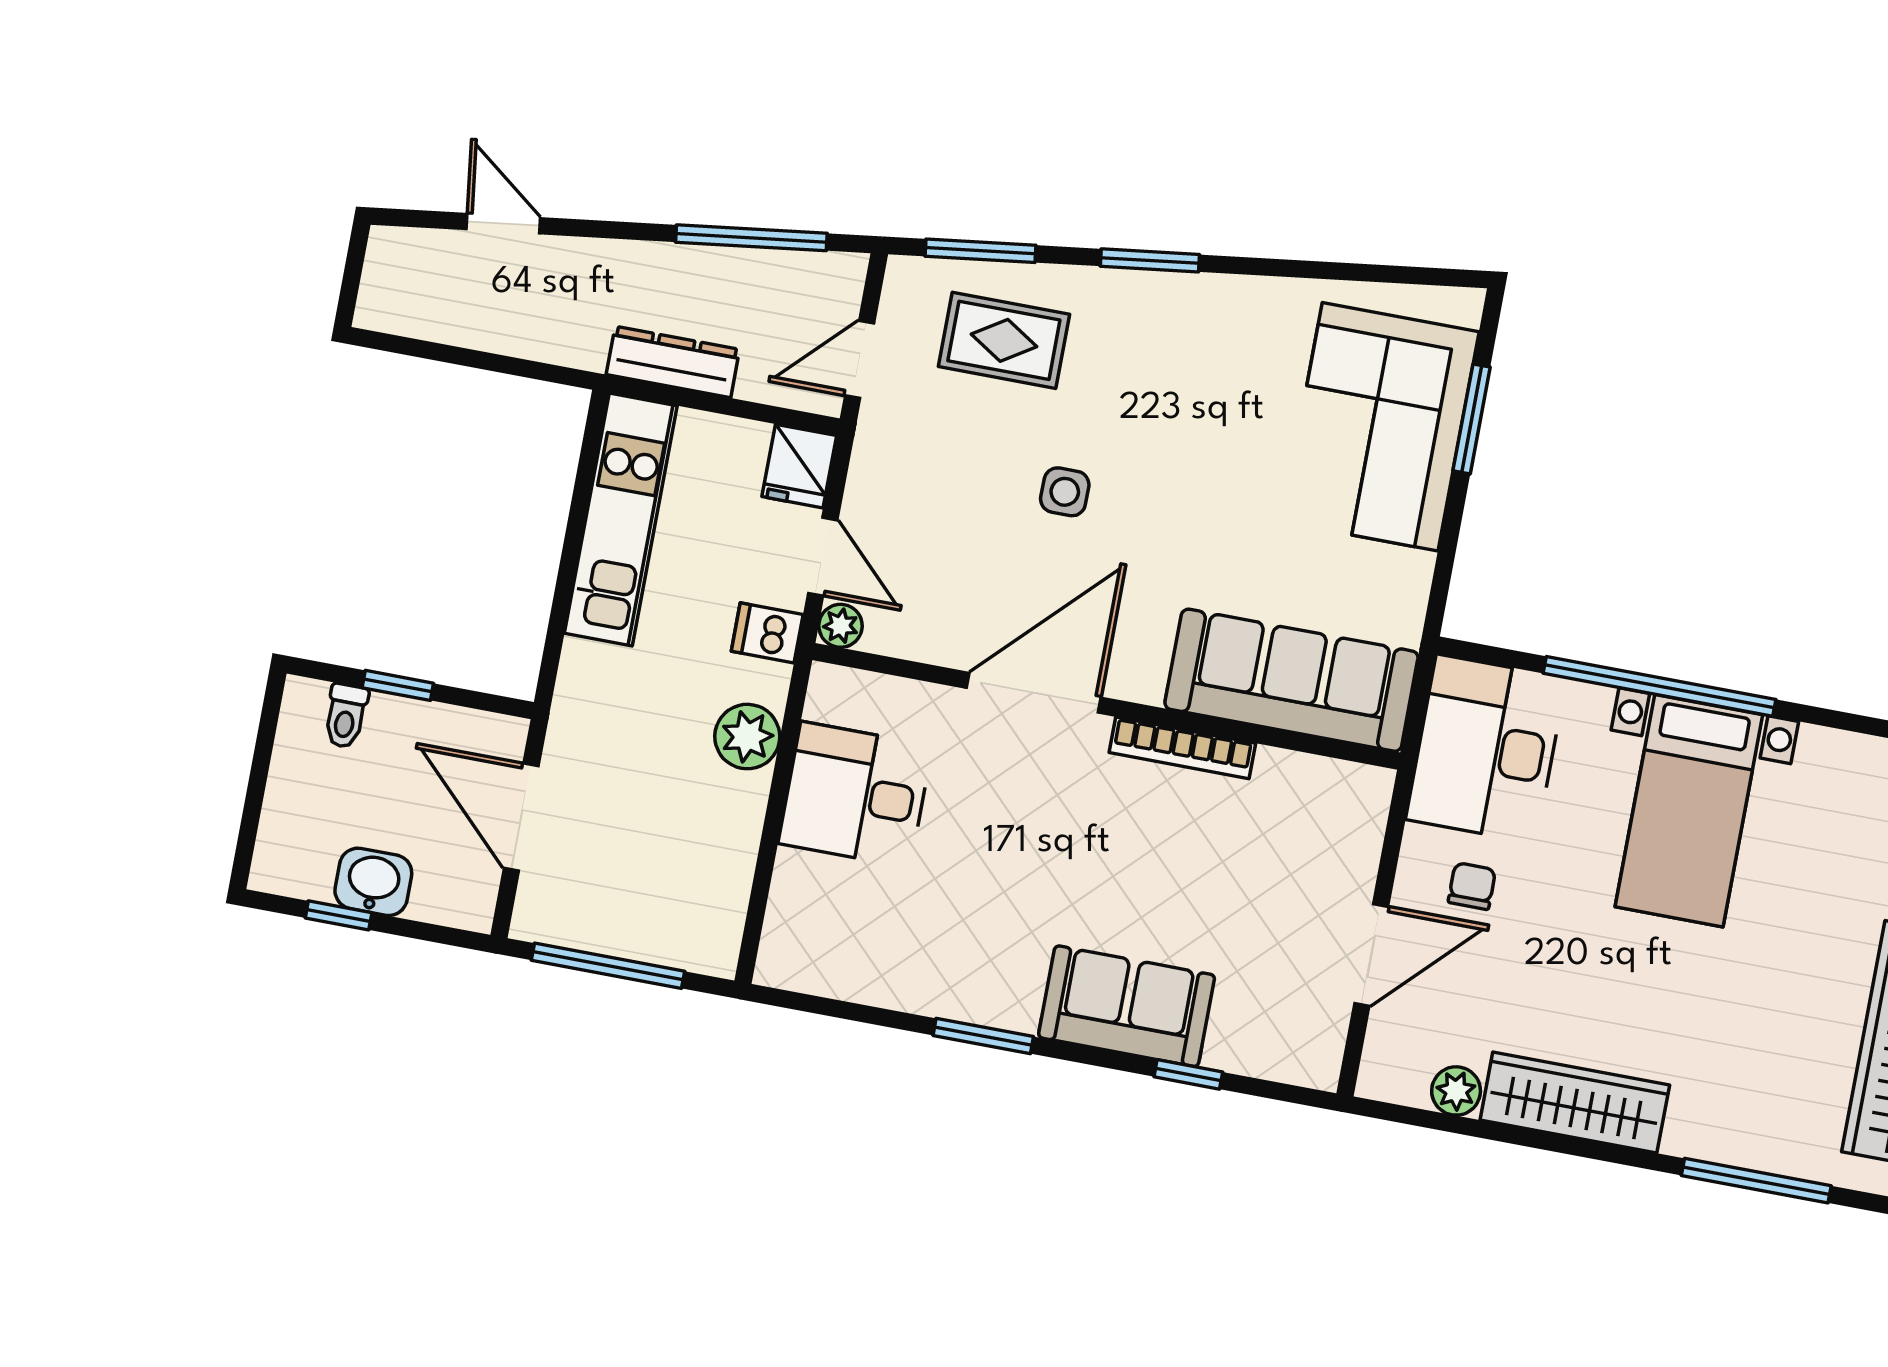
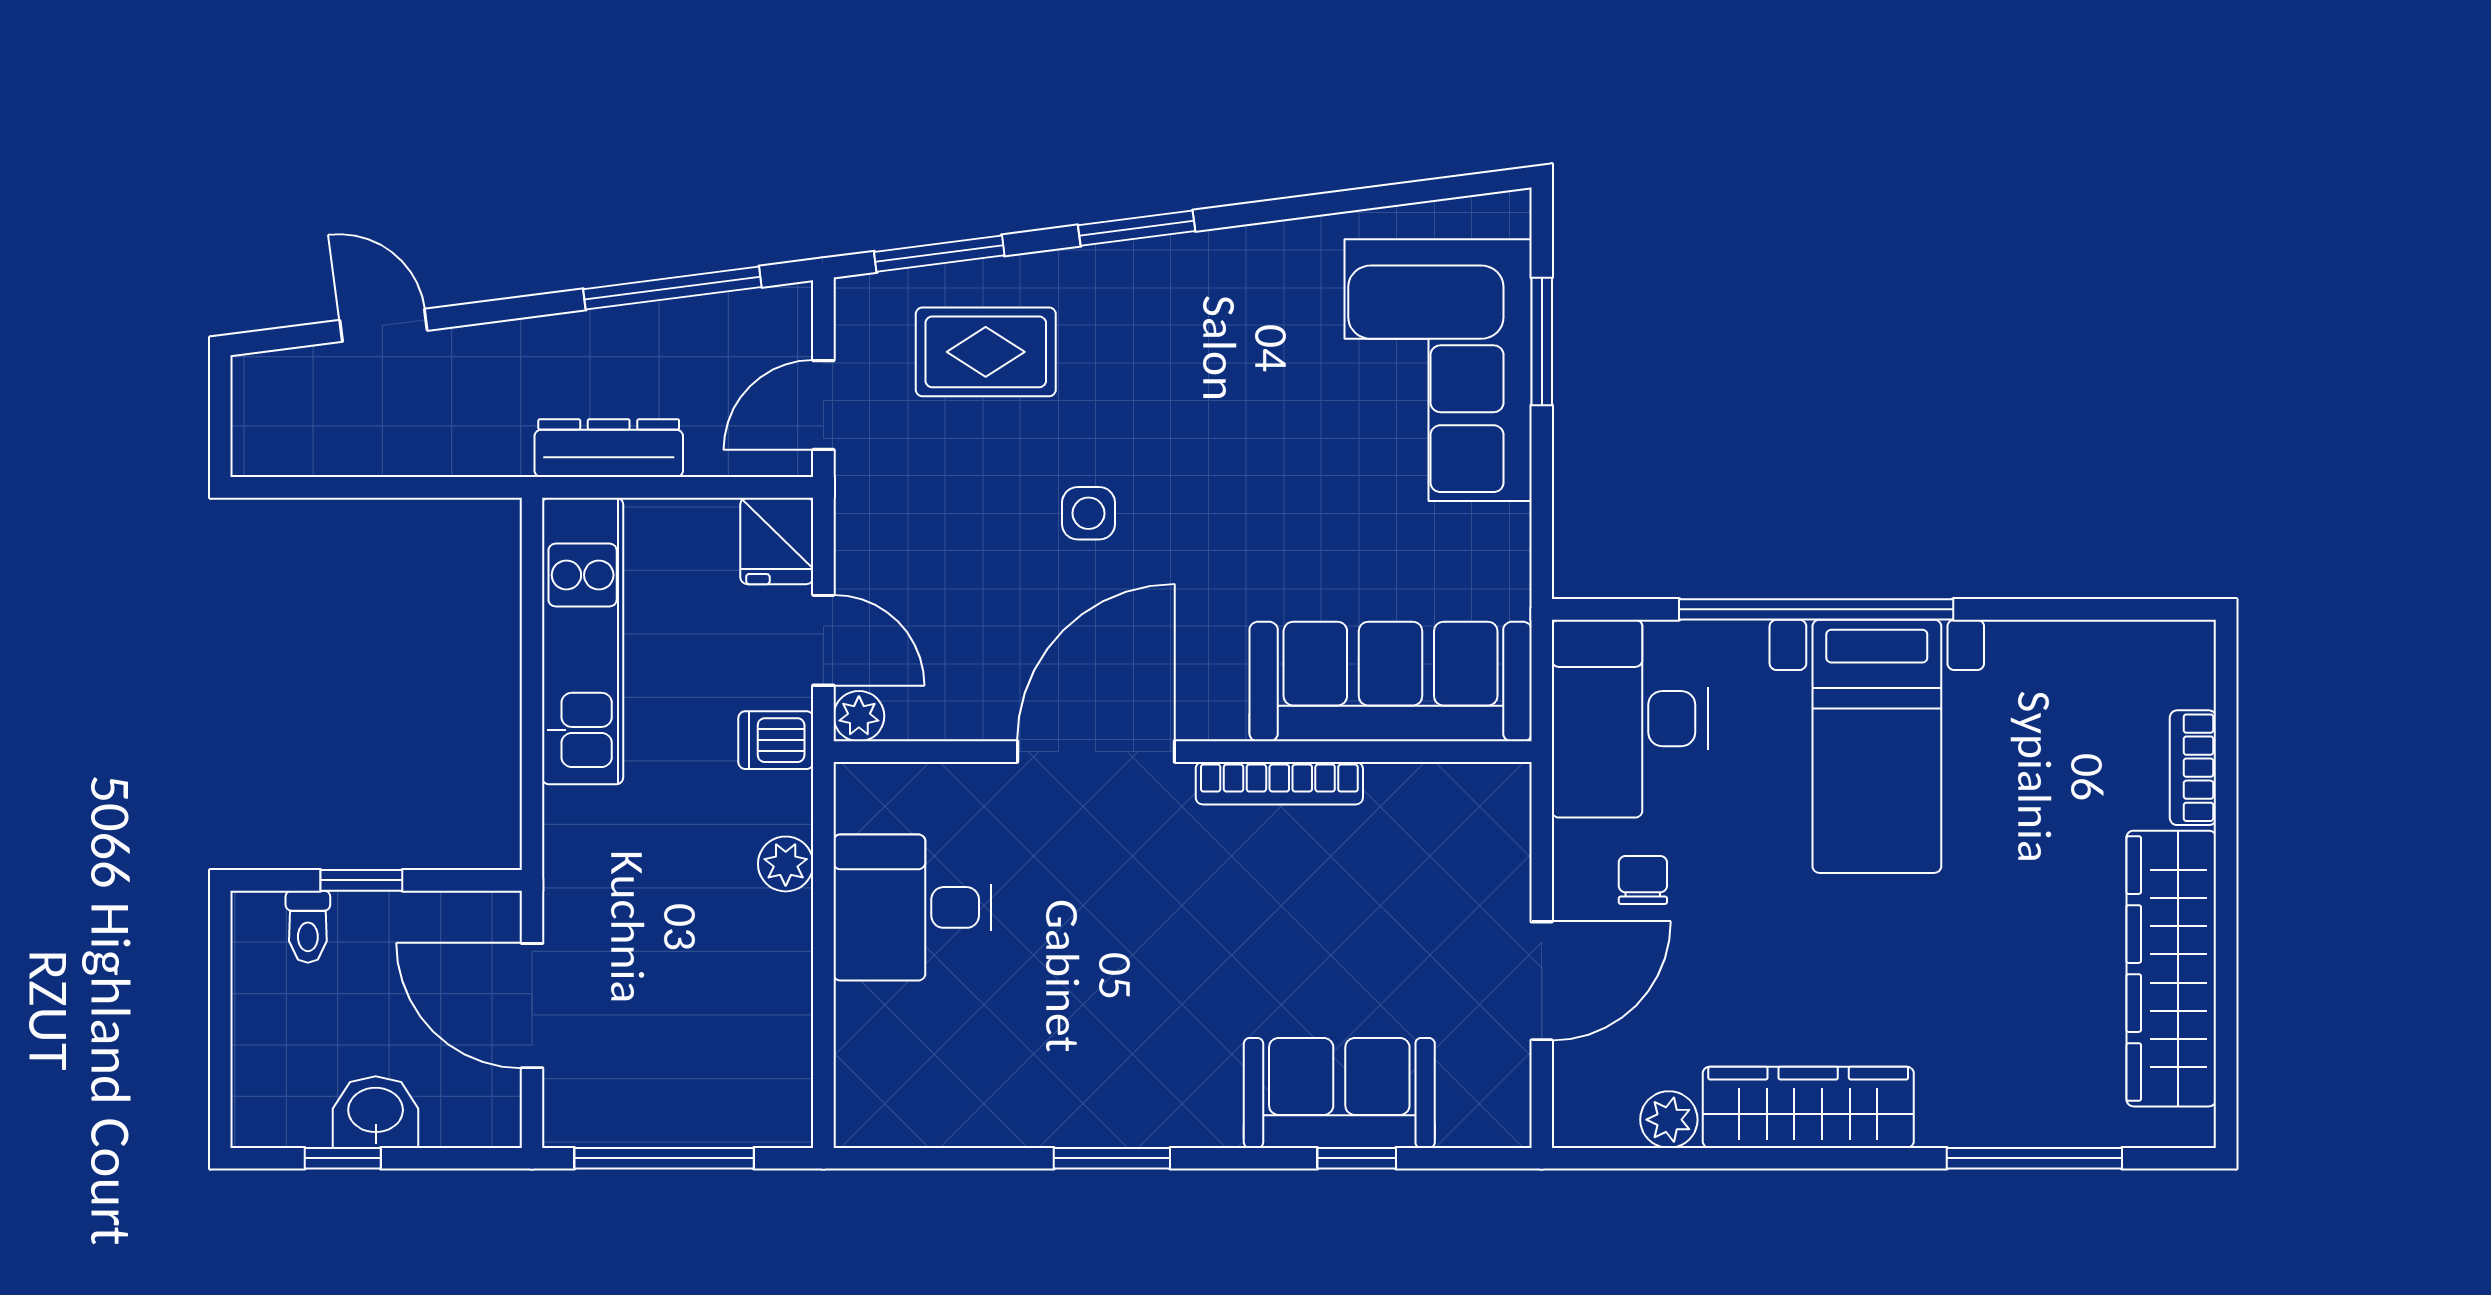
plant: (747, 737) -> (786, 864), width x0.73, depth x0.73
sofa: (1127, 1006) -> (1339, 1093), moved

